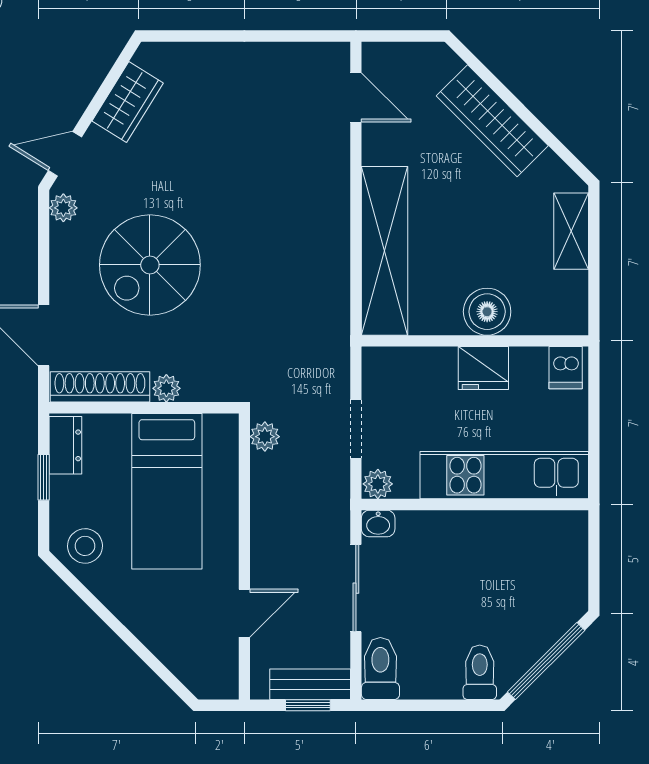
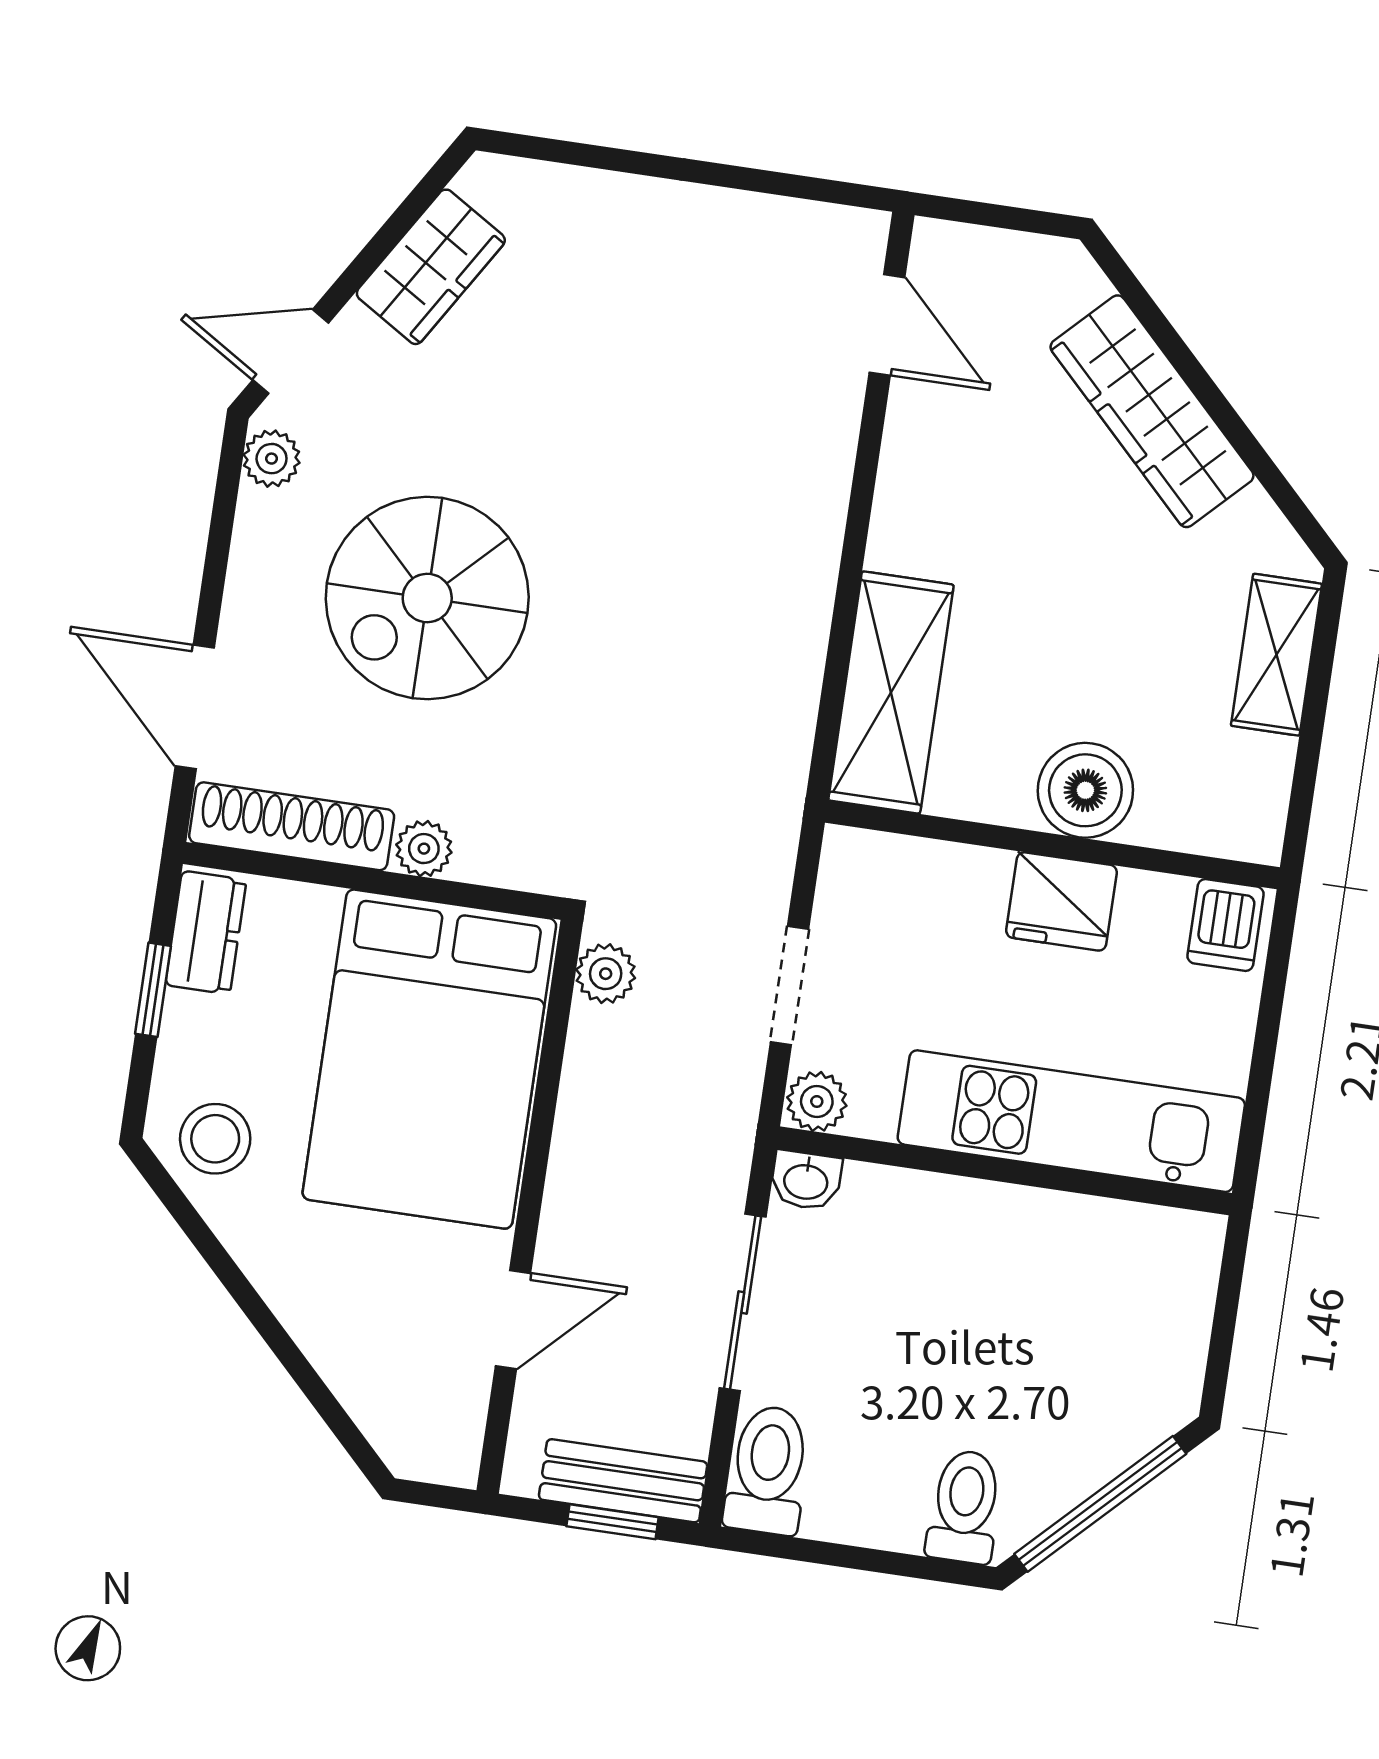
shelving: (385, 251) -> (891, 692), width x0.68
bed: (167, 491) -> (429, 1059), width x1.50

